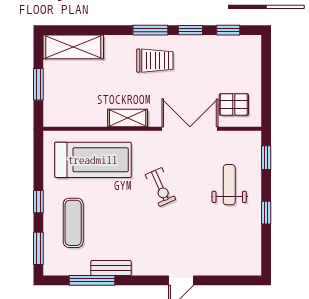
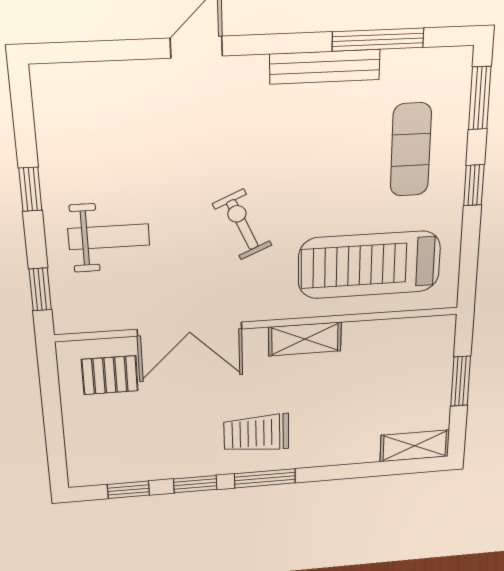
shelving: (73, 47) -> (415, 446), width x0.67, depth x0.75
weight bench: (229, 185) -> (109, 237), turned -90
bench: (111, 268) -> (325, 67), width x1.36

